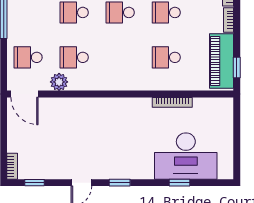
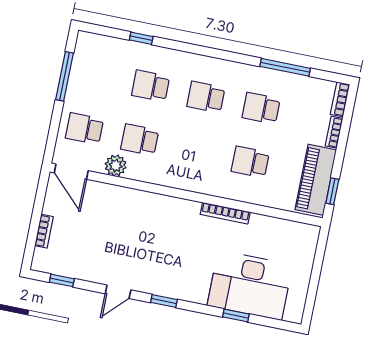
bookcase: (172, 102) -> (225, 213), moved
bookcase: (12, 166) -> (44, 231), moved

